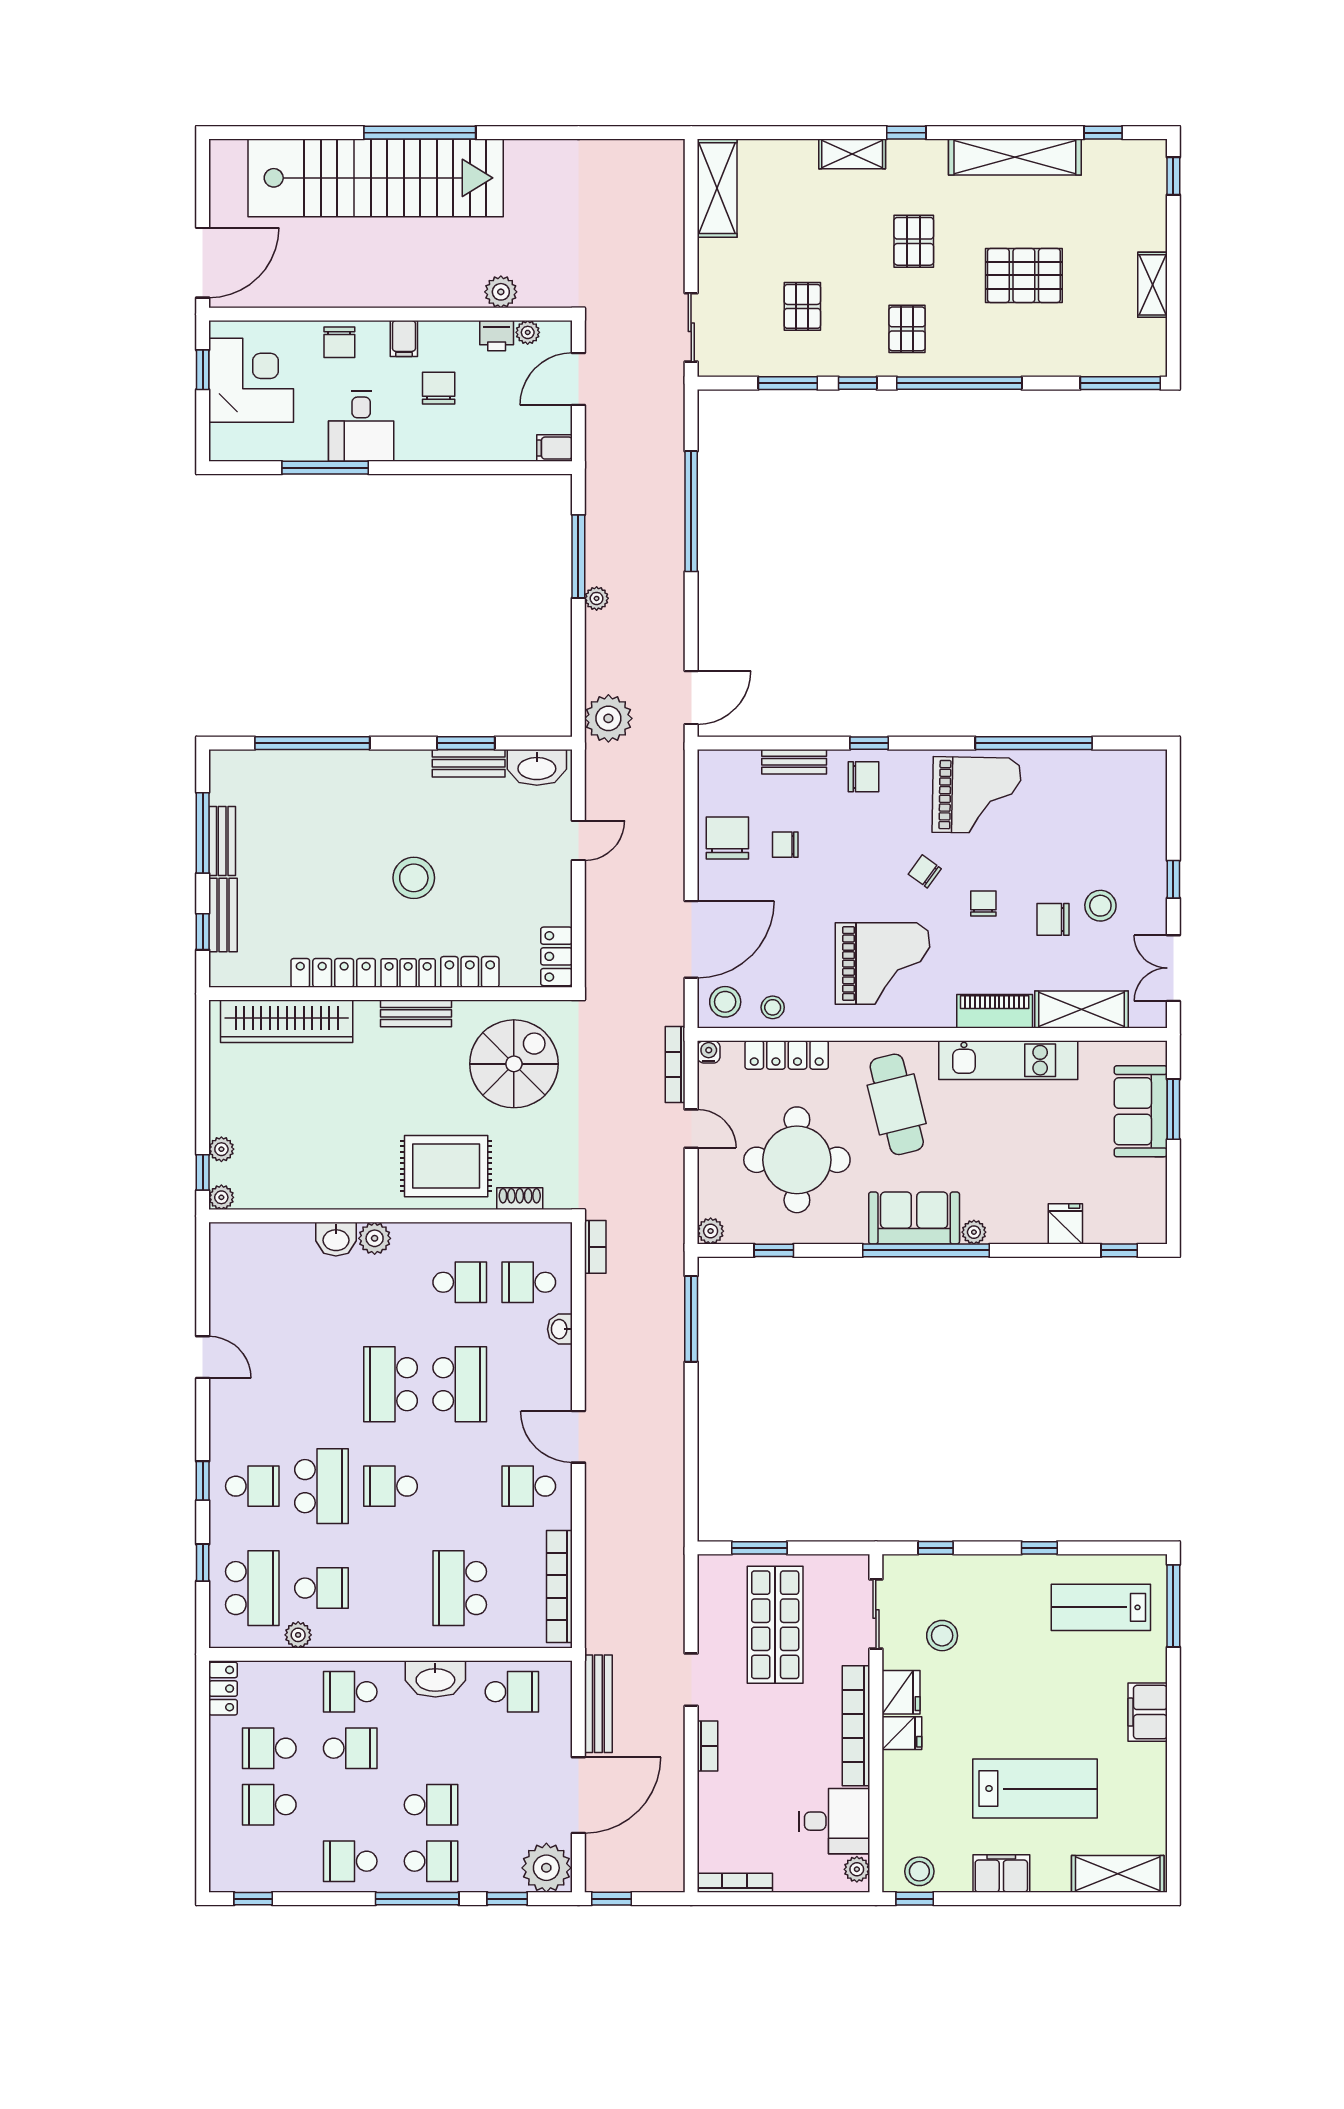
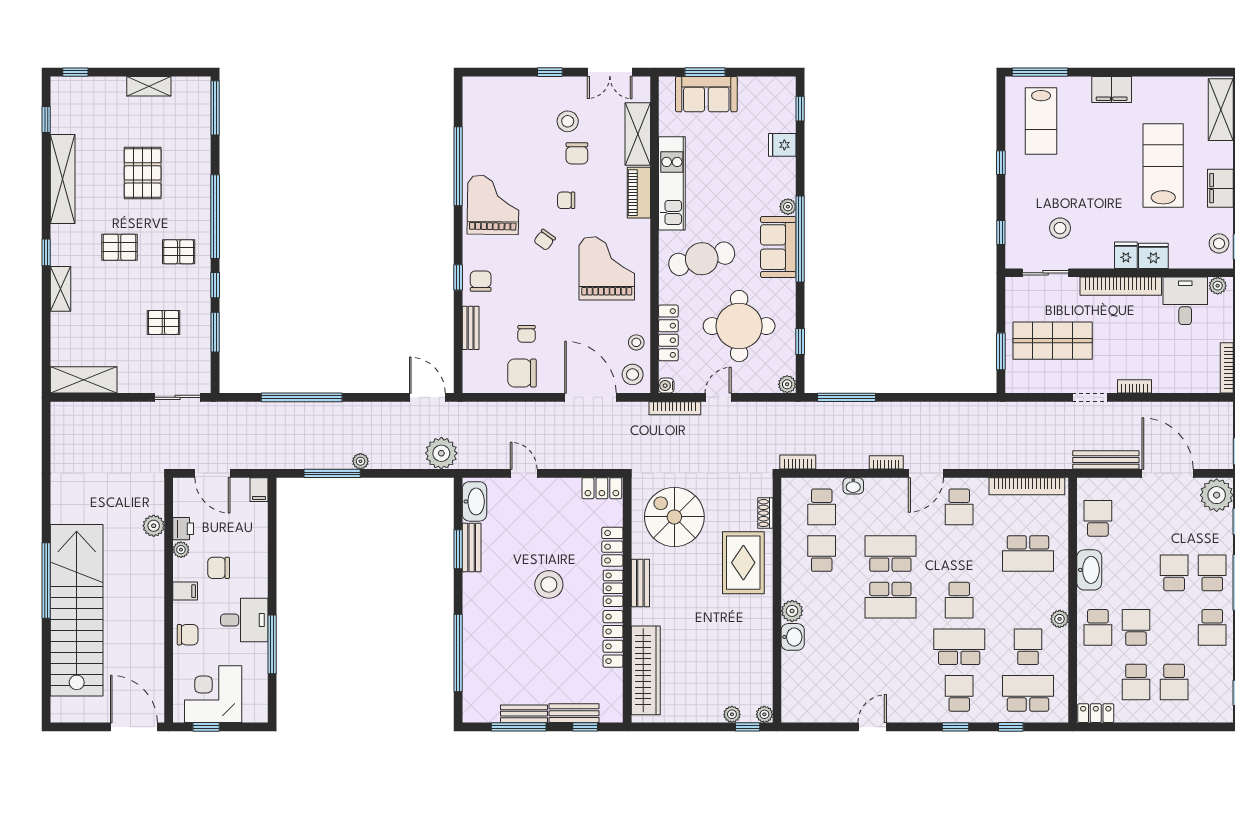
plant: (528, 332) -> (181, 550), moved
bookcase: (595, 1378) -> (886, 462), added
plant: (298, 1635) -> (1060, 619), moved
fridge: (901, 1692) -> (1153, 256), moved

